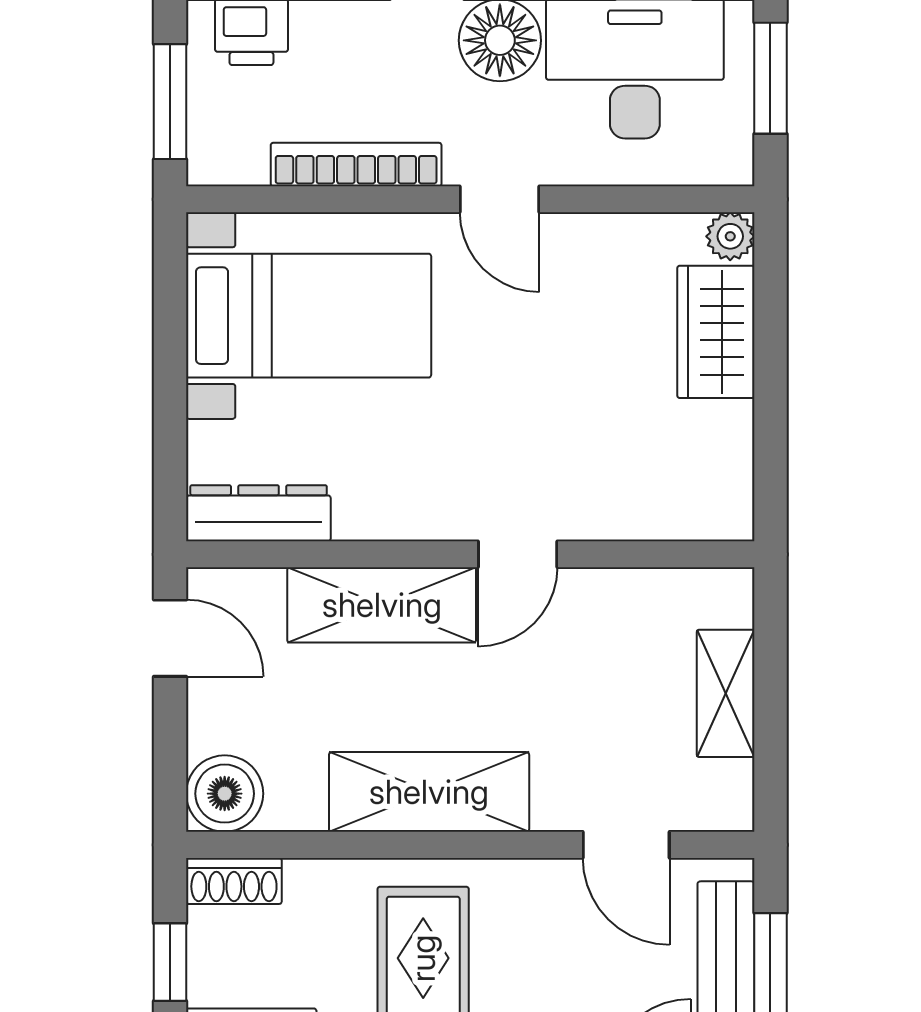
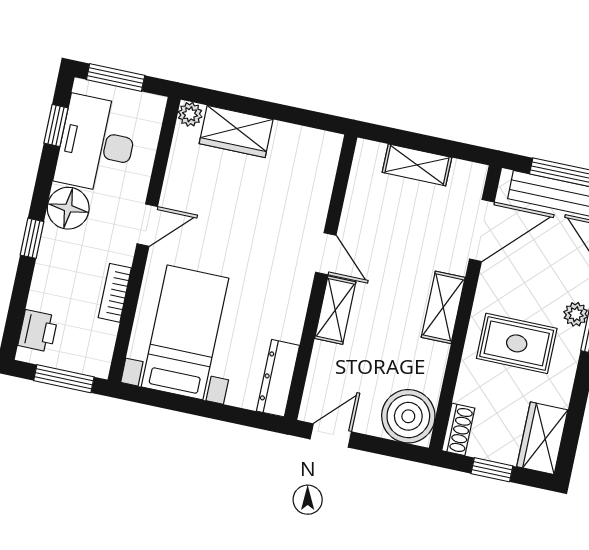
bookcase: (356, 165) -> (115, 293), width x0.64
shelving: (382, 605) -> (335, 310), width x0.67, depth x0.75
shelving: (429, 792) -> (443, 307), width x0.67, depth x0.75
boiler: (225, 794) -> (408, 416), width x1.37, depth x1.37
door: (626, 845) -> (482, 230), width x1.38

